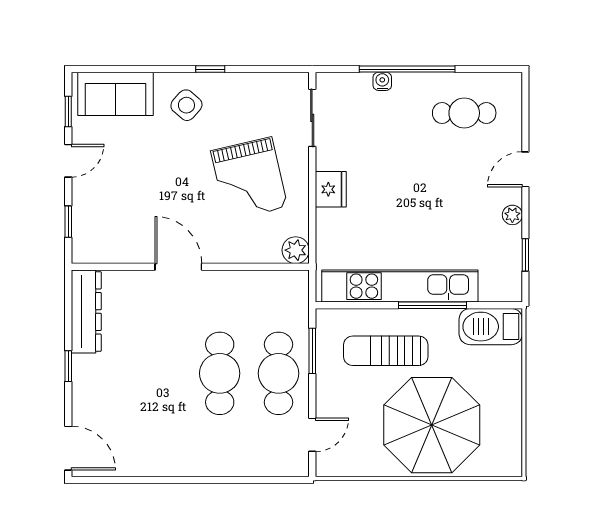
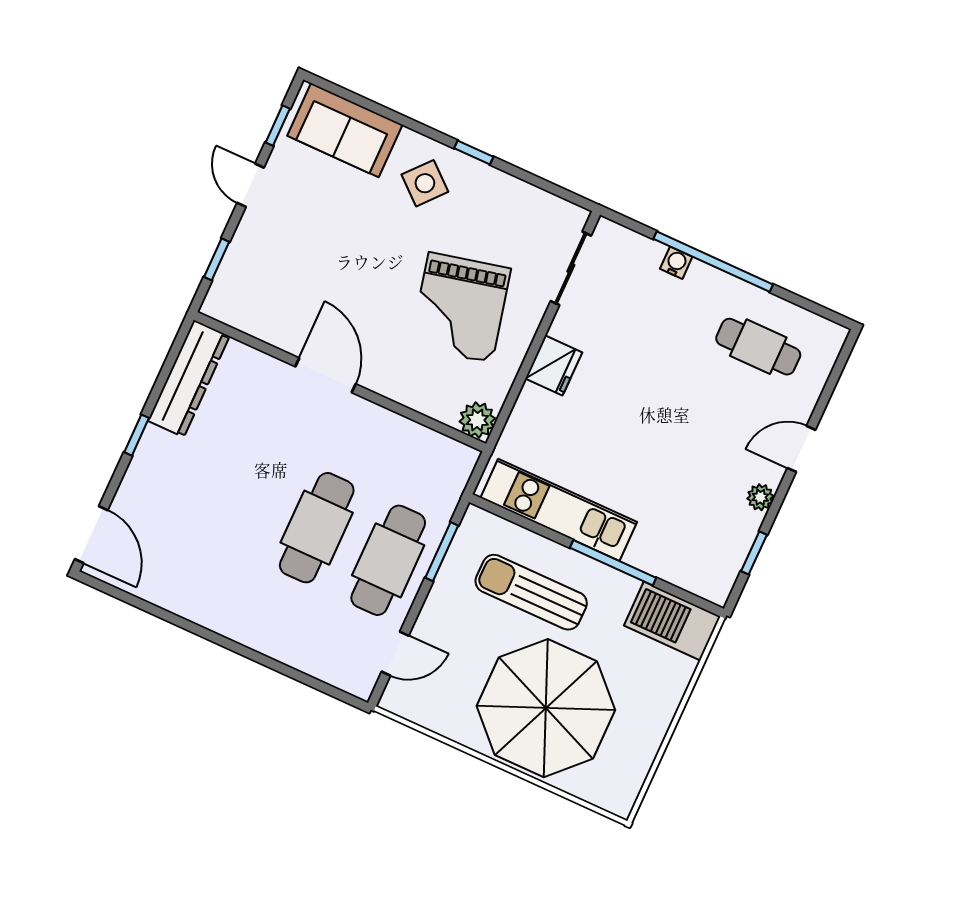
door: (68, 161) -> (250, 185), swing flipped
kitchen unit: (400, 286) -> (559, 510), width x0.73

